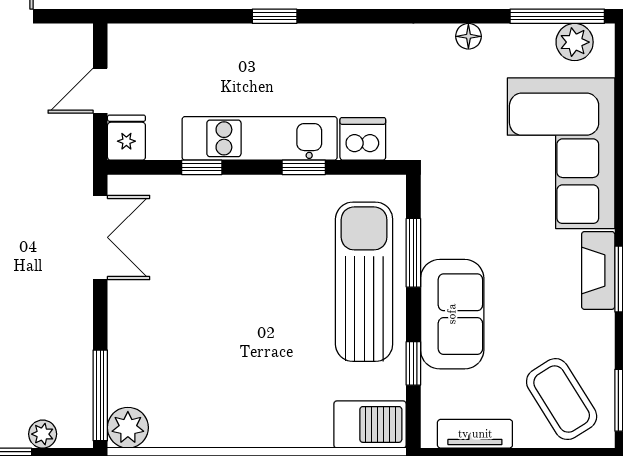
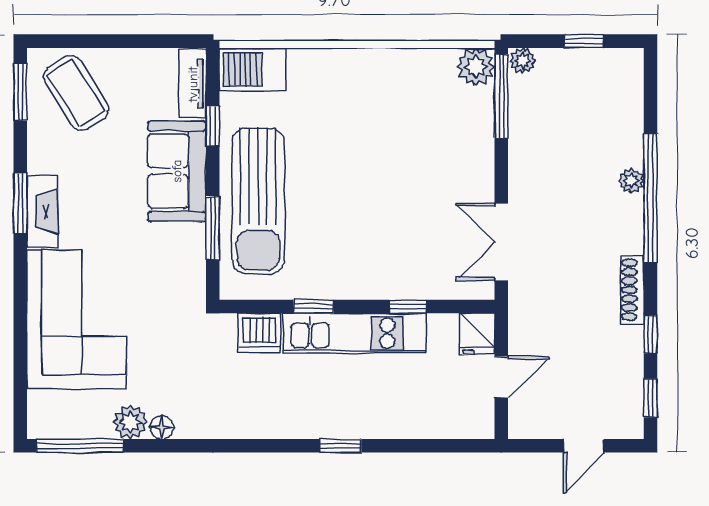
plant: (575, 42) -> (130, 422), moved
plant: (43, 434) -> (523, 61), moved
tv unit: (475, 434) -> (193, 84), moved, turned 90

